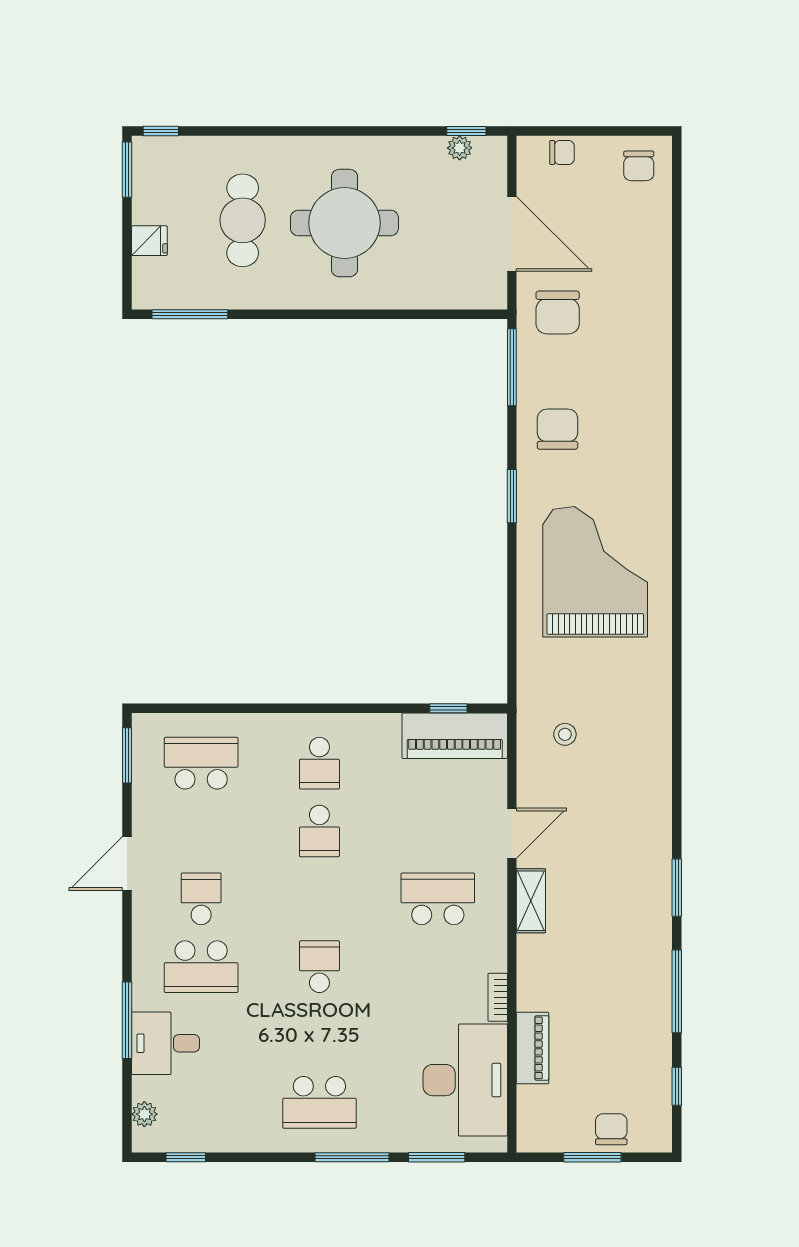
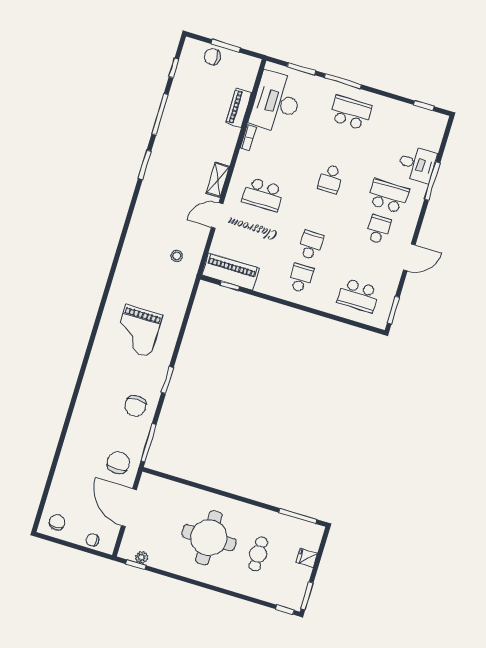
cafe table: (243, 220) -> (258, 554), width x0.73, depth x0.74
grand piano: (595, 572) -> (138, 331), width x0.73, depth x0.68
school desk: (201, 899) -> (378, 229), turned 180
plant: (144, 1114) -> (438, 133), removed
chair: (611, 1129) -> (212, 57), turned 90

